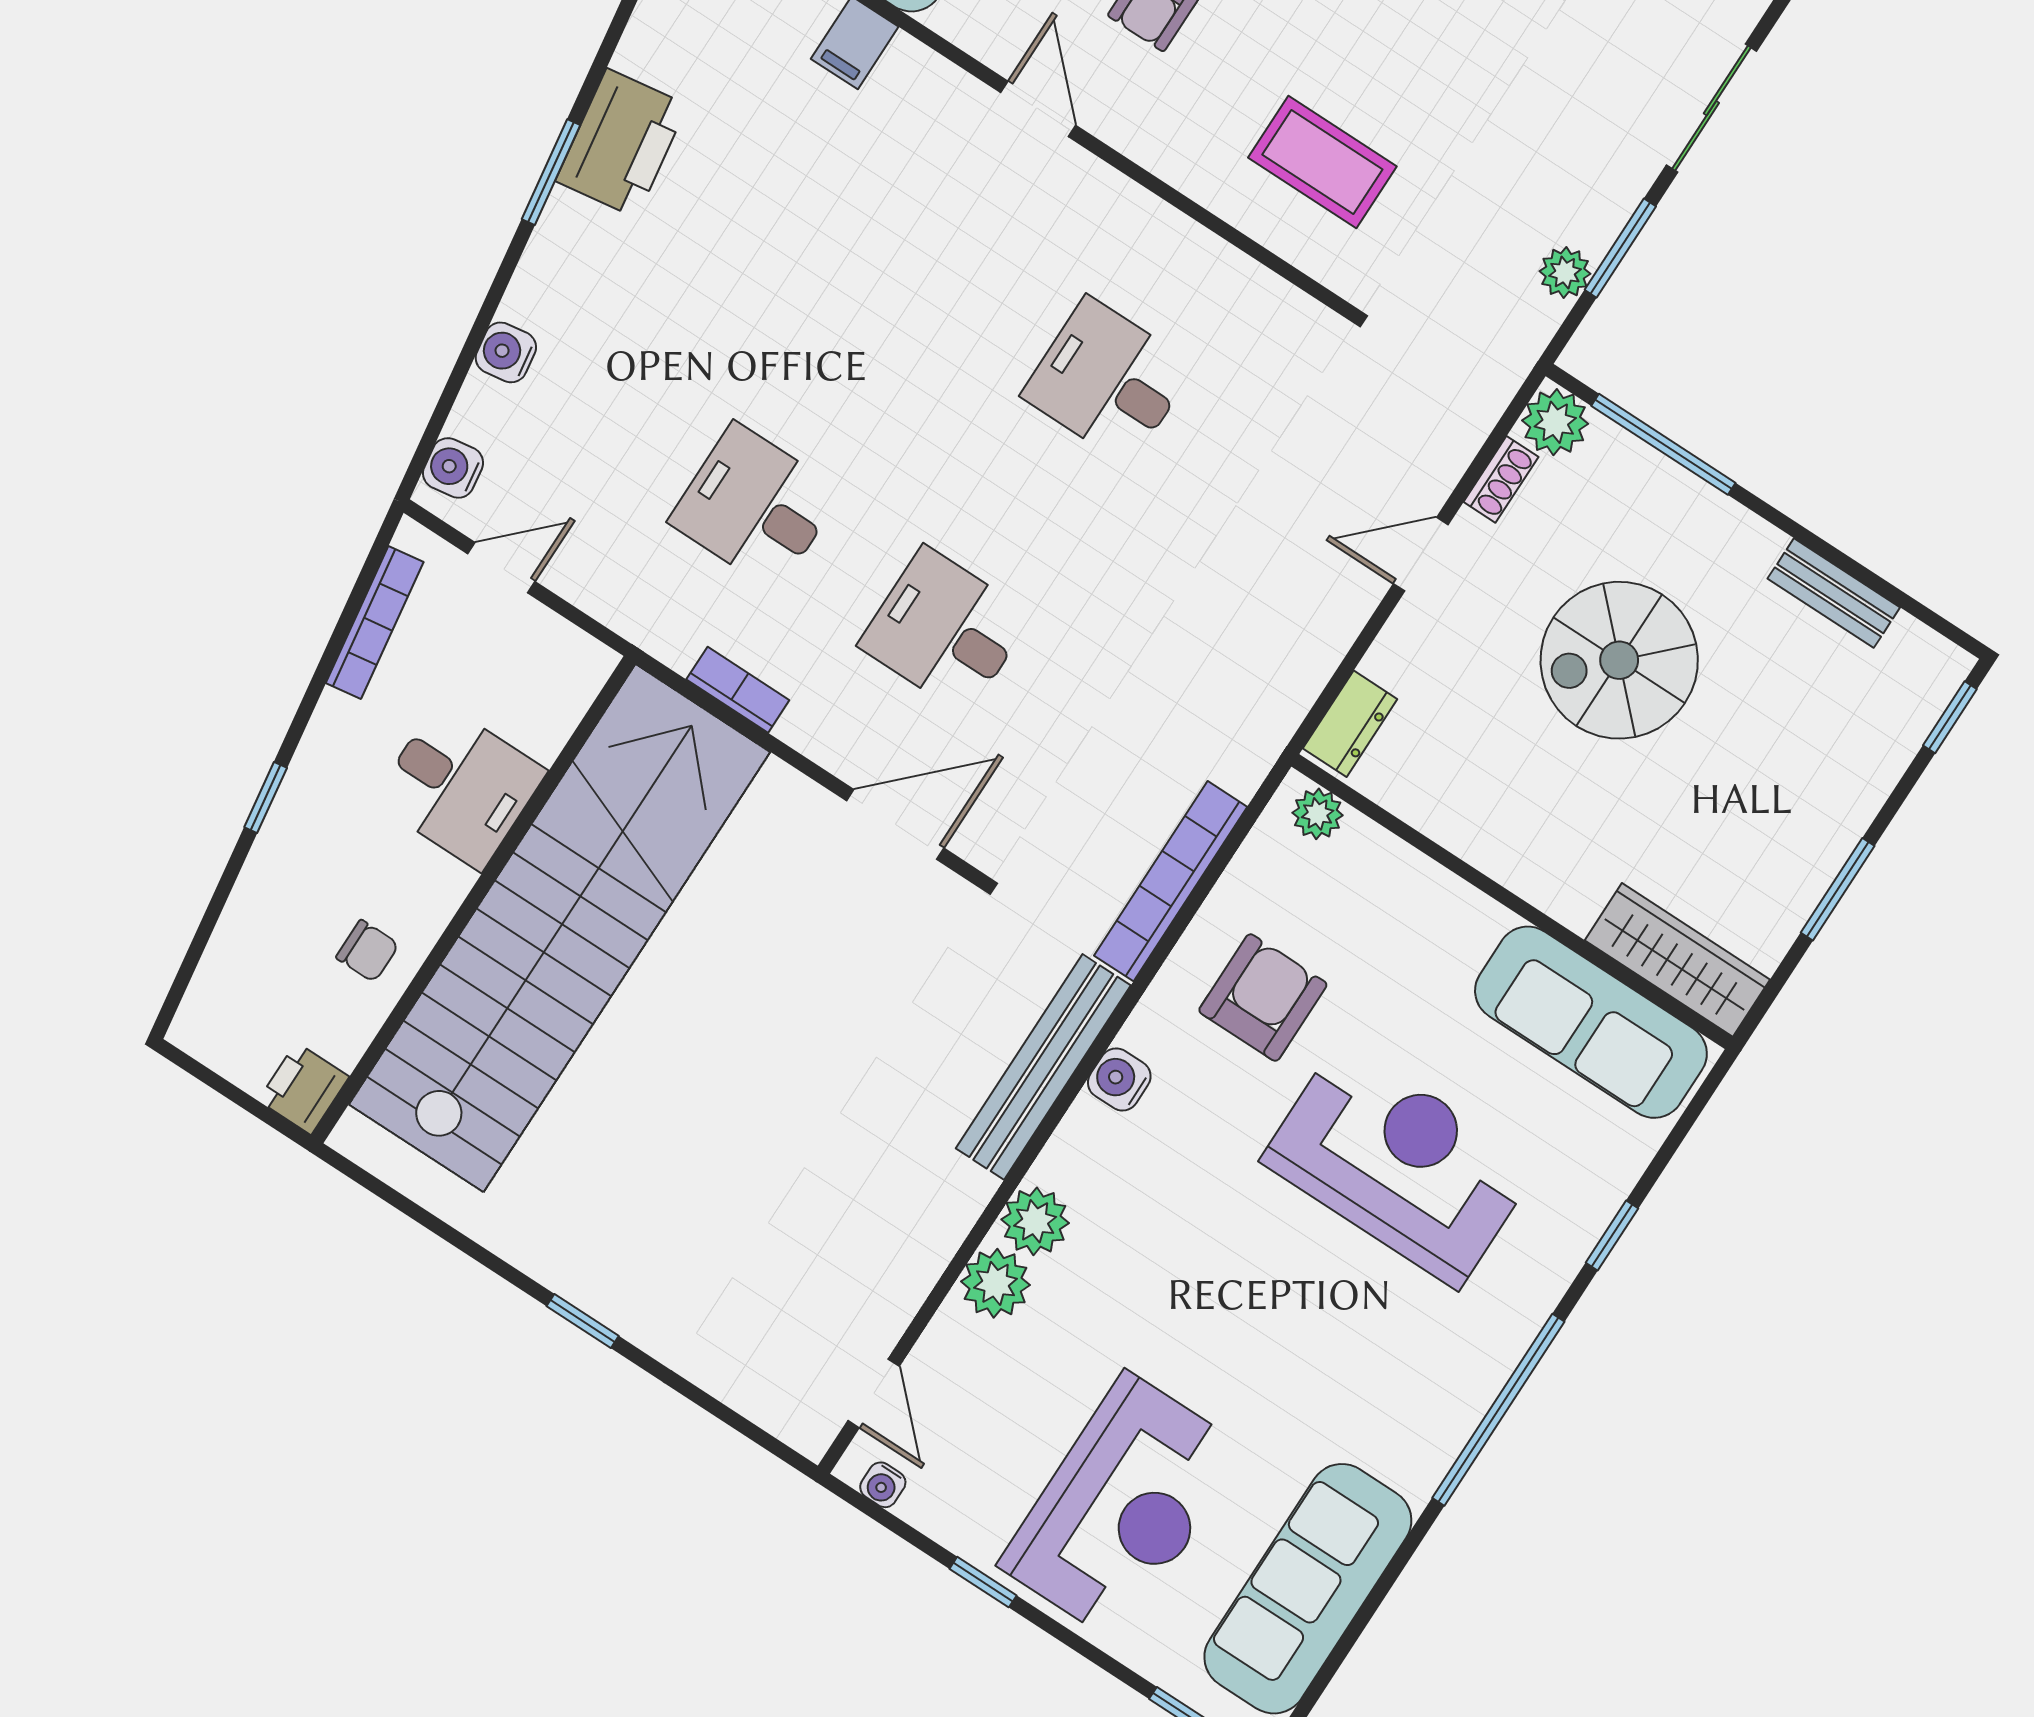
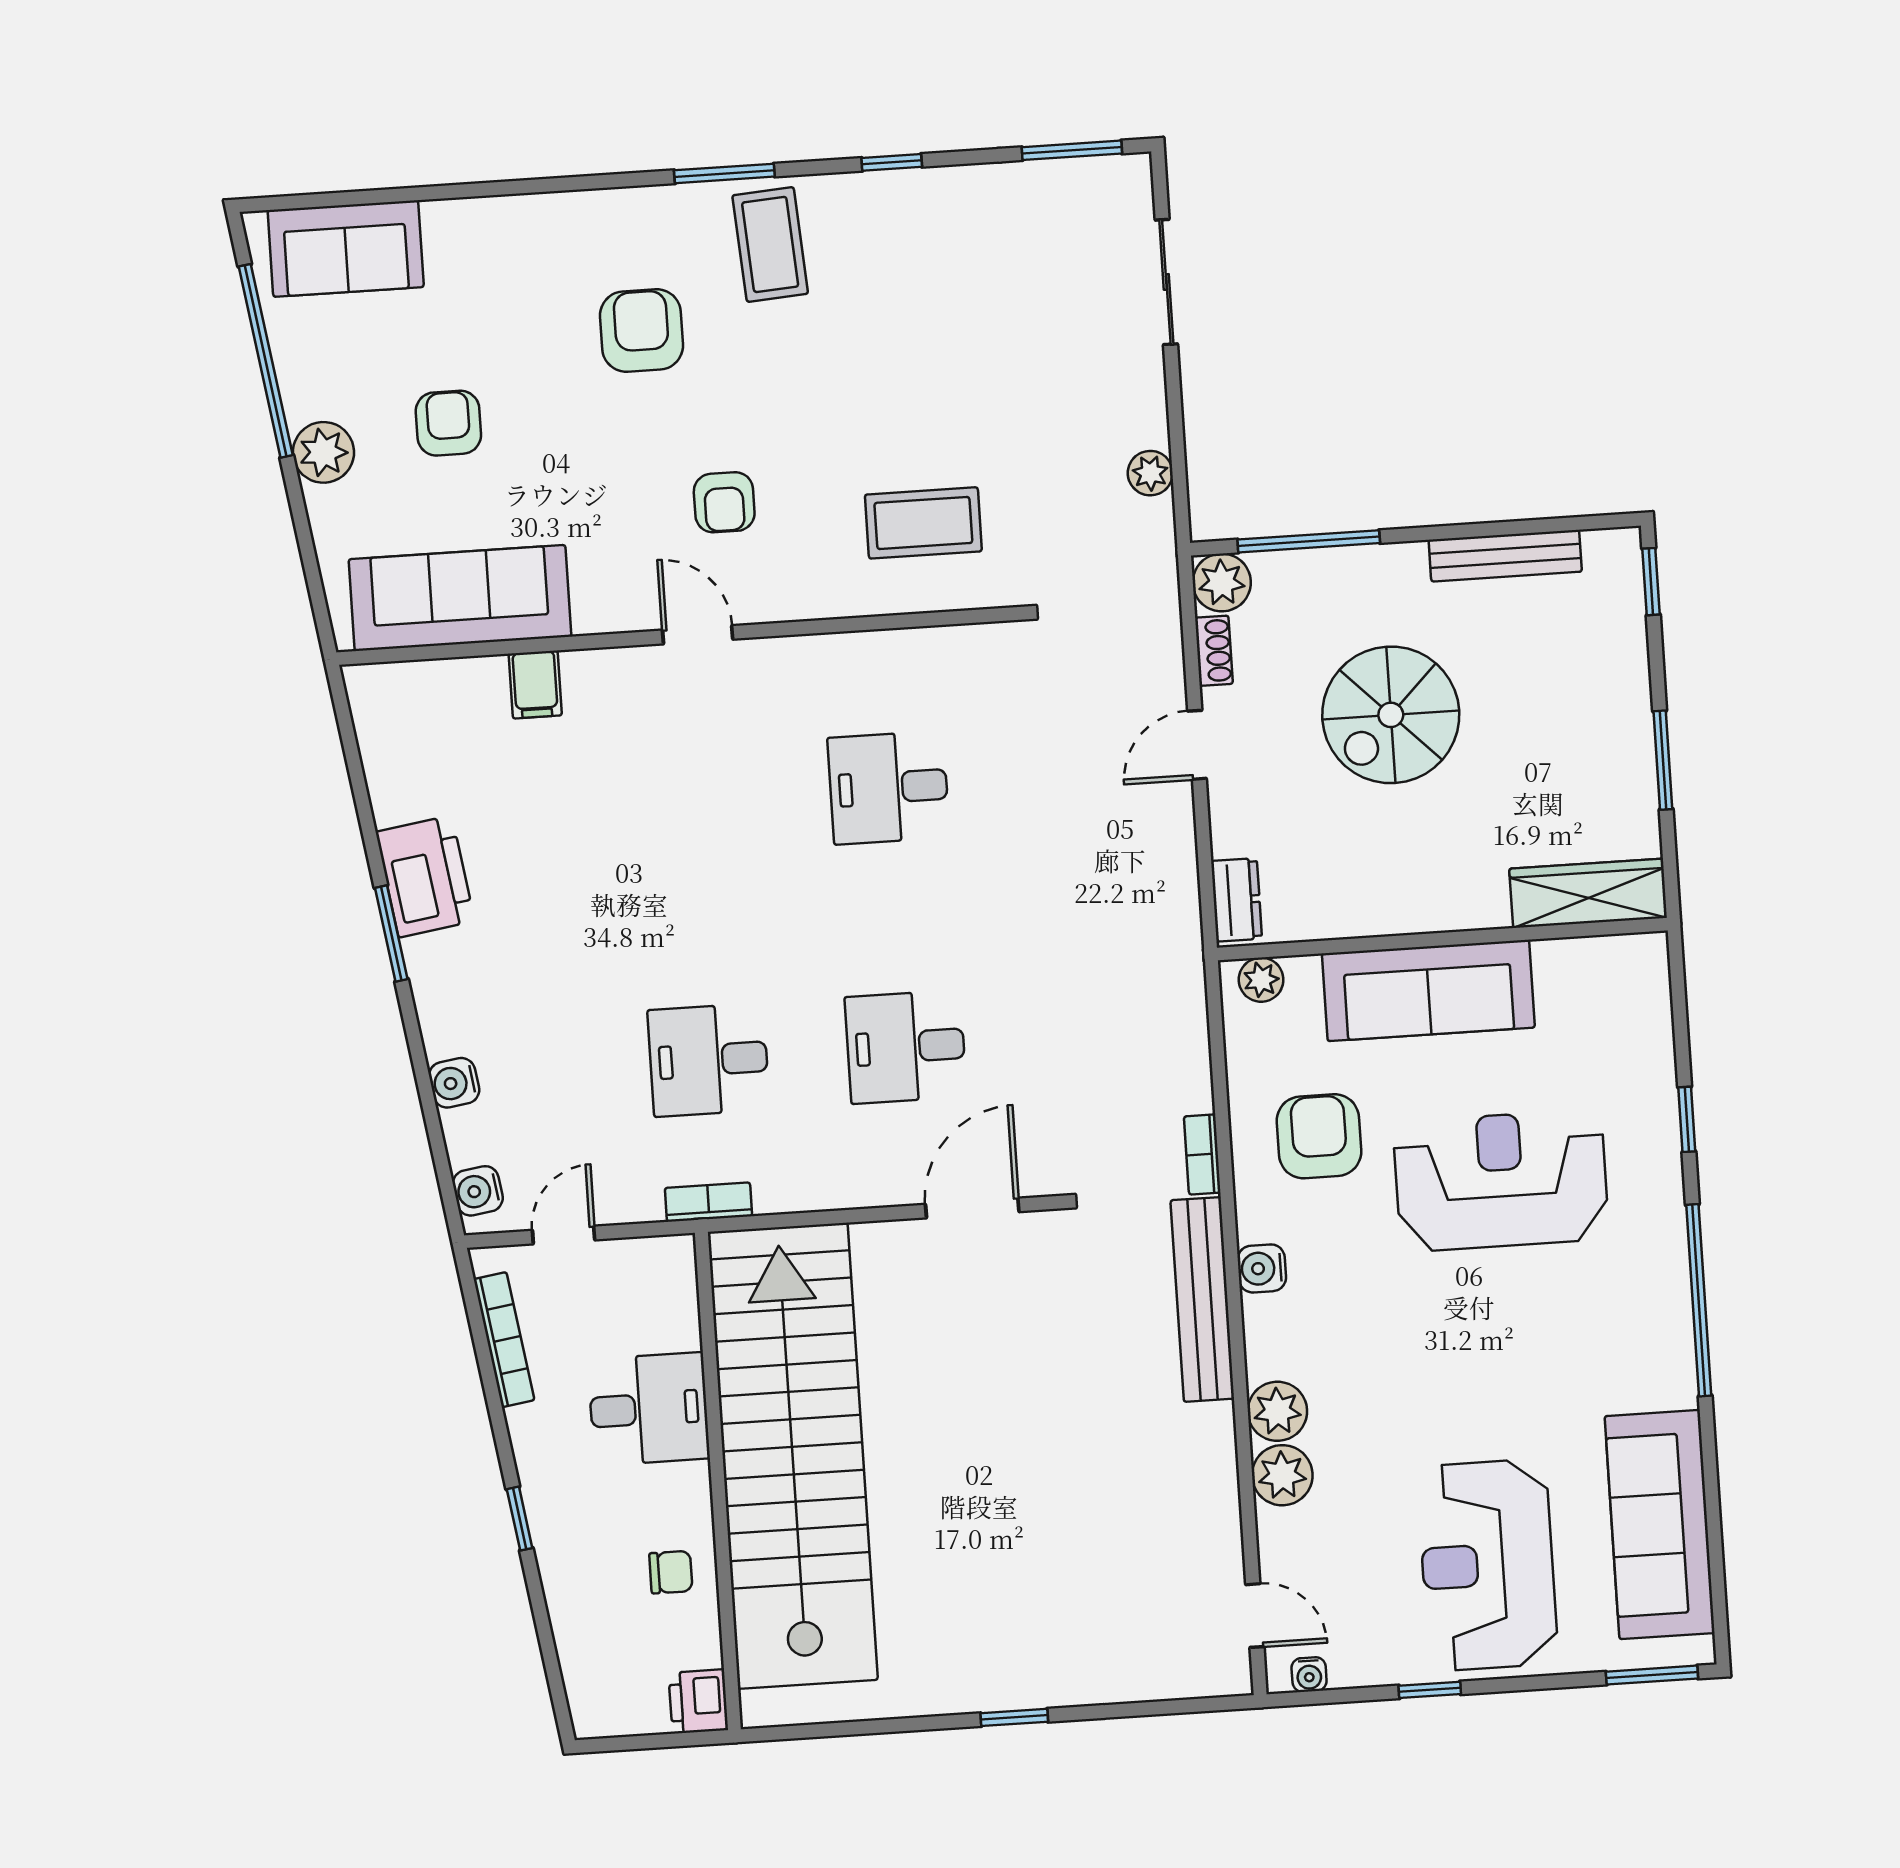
window: (1620, 248) -> (1176, 427), removed
bench: (1834, 593) -> (1505, 556), width x1.36
bookcase: (738, 690) -> (708, 1202), moved
bookcase: (1171, 881) -> (1202, 1154), width x0.43, depth x0.76
sofa: (1591, 1022) -> (1428, 991), moved
reception desk: (1122, 1507) -> (1488, 1565), turned 180

